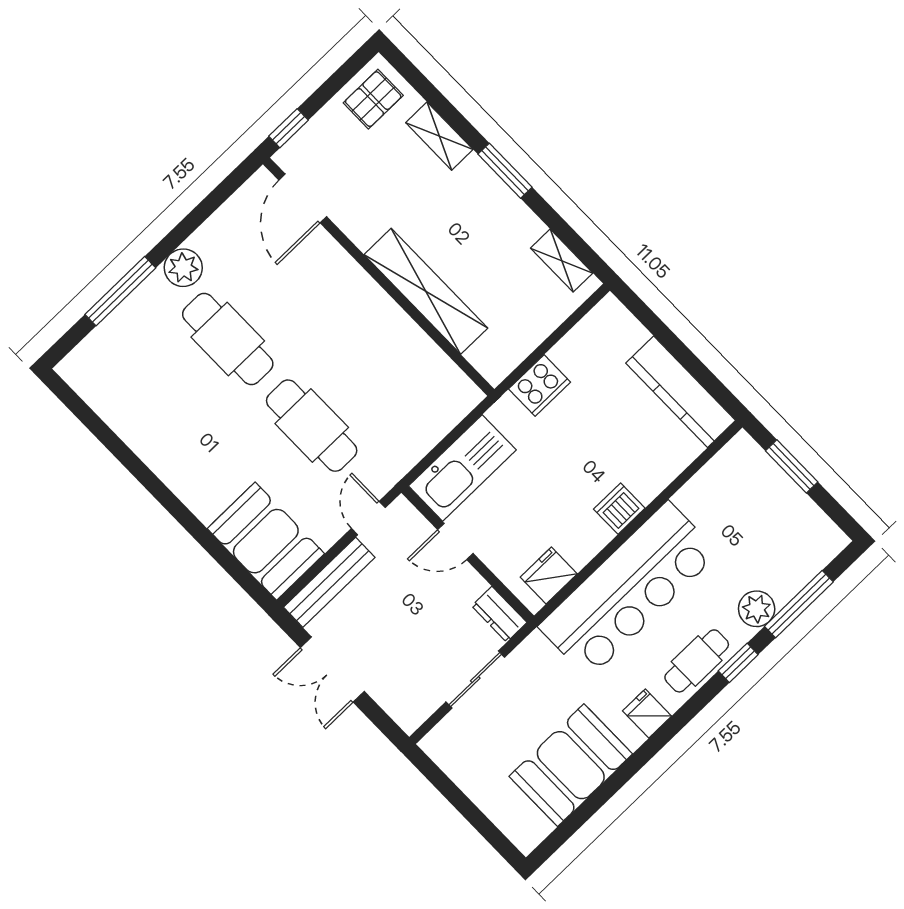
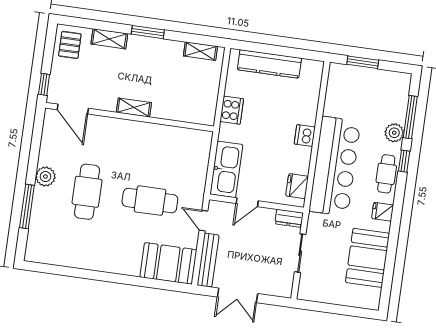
shelving: (426, 291) -> (134, 107), width x0.45, depth x0.75
cafe table: (228, 339) -> (87, 192), turned 90
kitchen counter: (681, 392) -> (269, 64), moved

